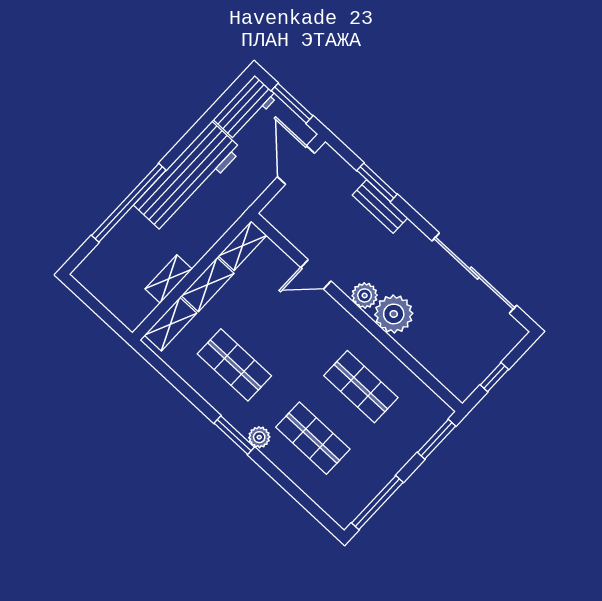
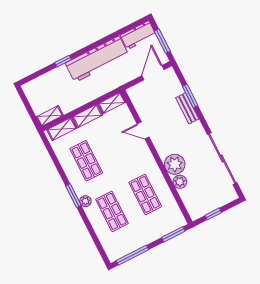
window: (129, 203) -> (63, 61), width x0.32
shelving: (169, 279) -> (50, 116), moved
plant: (365, 295) -> (180, 182), moved

